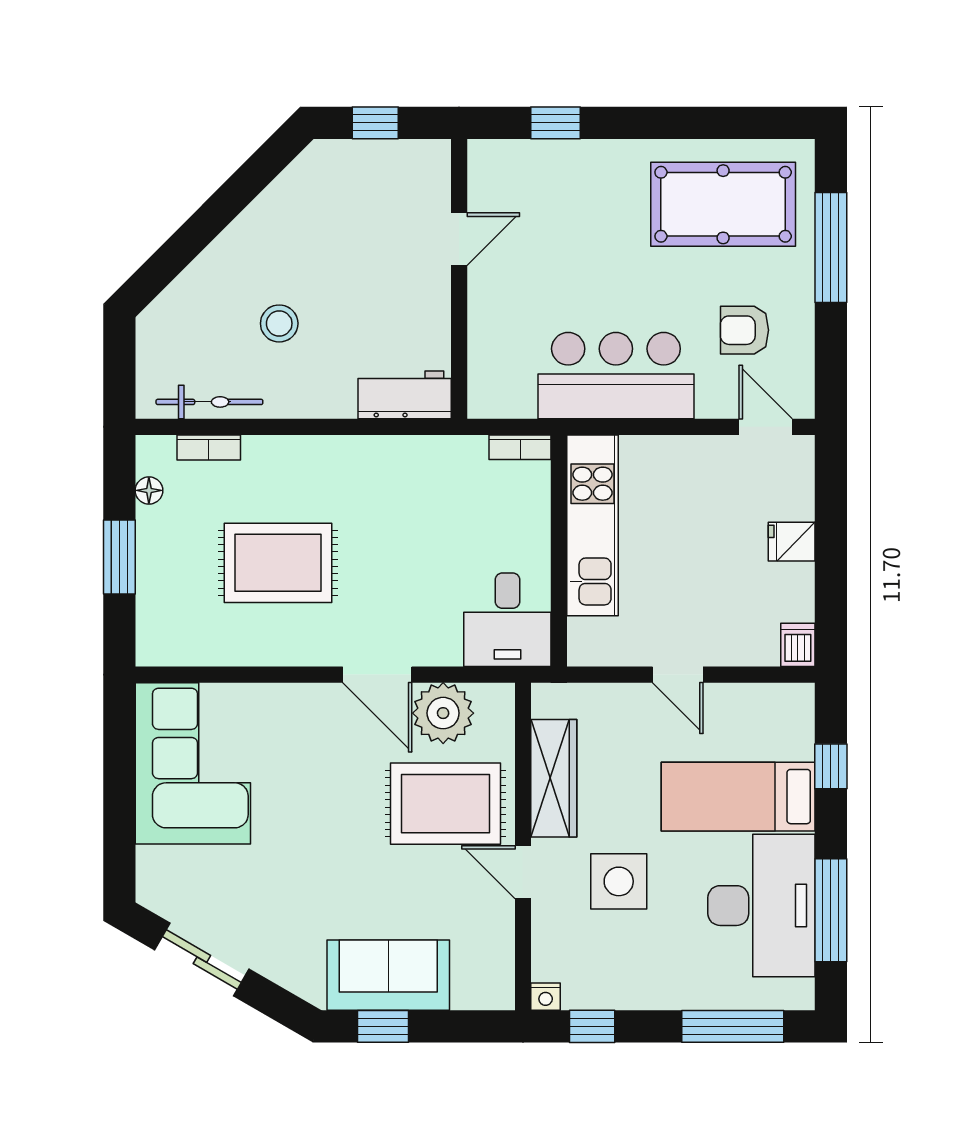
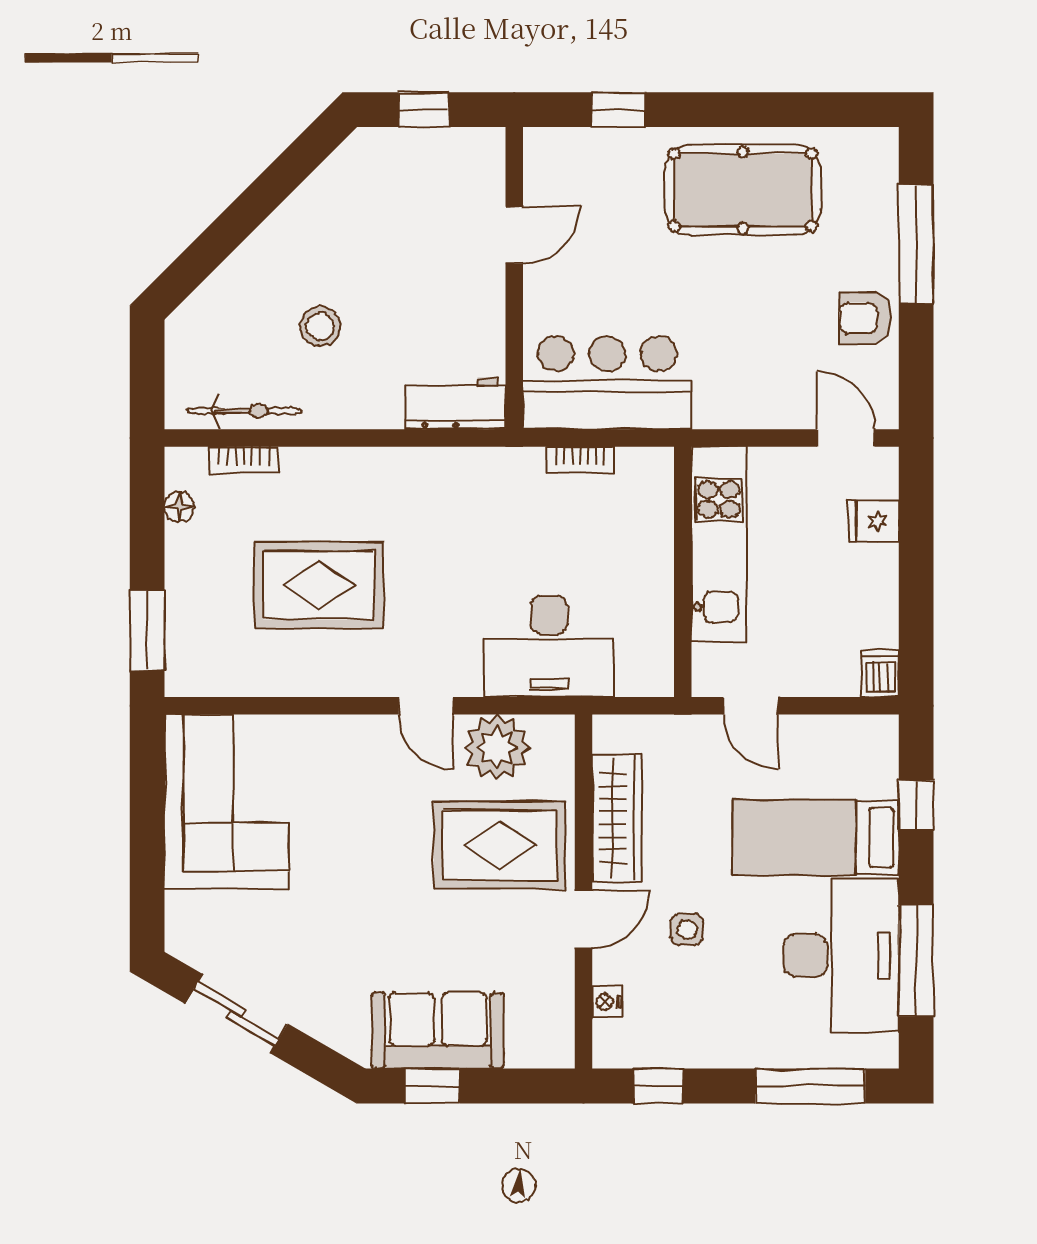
pool table: (723, 204) -> (743, 190), moved
armchair: (745, 330) -> (866, 318), moved
bar counter: (616, 376) -> (607, 383), moved
kitchen unit: (592, 525) -> (719, 544), moved
fridge: (792, 542) -> (874, 521), moved
wall: (559, 551) -> (683, 572), moved
window: (119, 557) -> (147, 631), moved
desk: (507, 620) -> (549, 646), width x1.37
door: (377, 675) -> (426, 706), width x0.73
door: (523, 872) -> (583, 919), swing flipped
side table: (619, 881) -> (687, 929), width x0.54, depth x0.54
nightstand: (546, 997) -> (607, 1002), moved, turned 90

